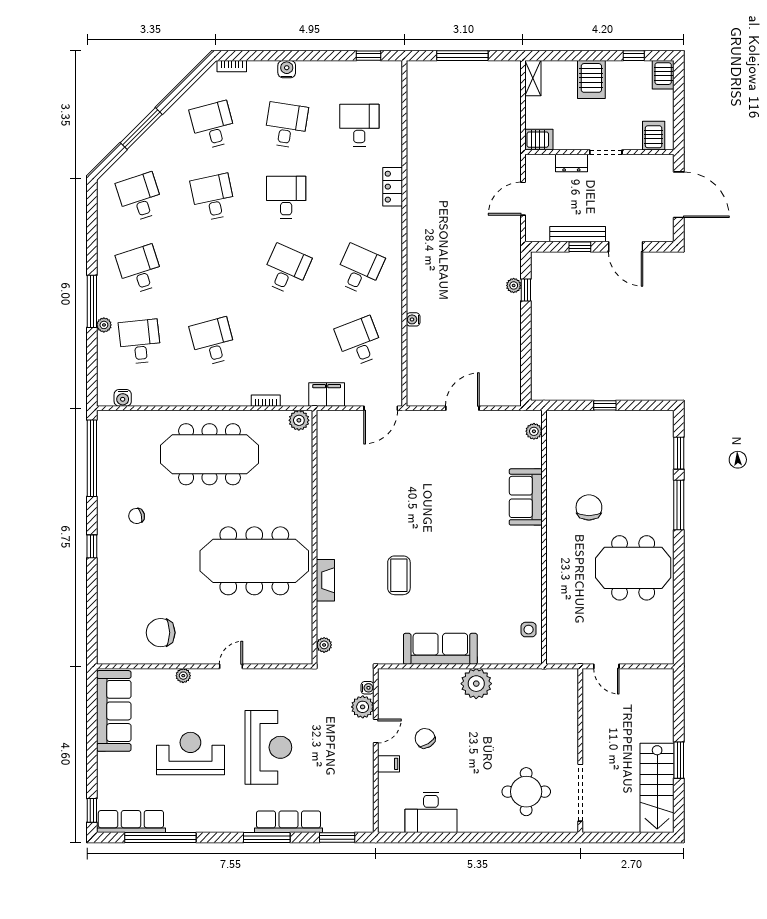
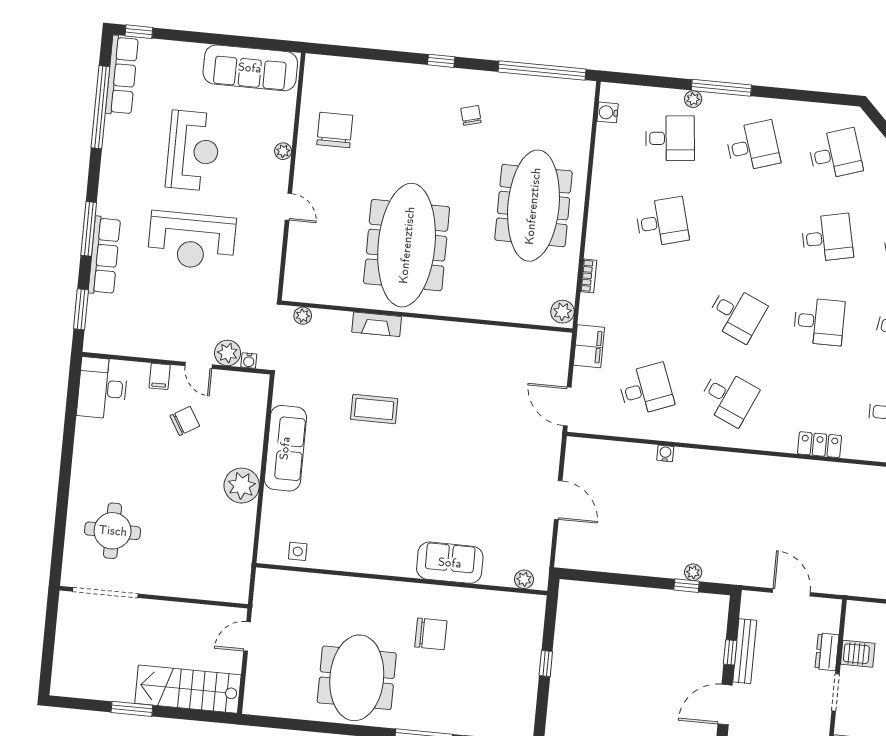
server rack: (539, 140) -> (858, 654), moved, turned -90
stairs: (657, 788) -> (188, 689), moved
desk: (431, 812) -> (102, 388), moved

